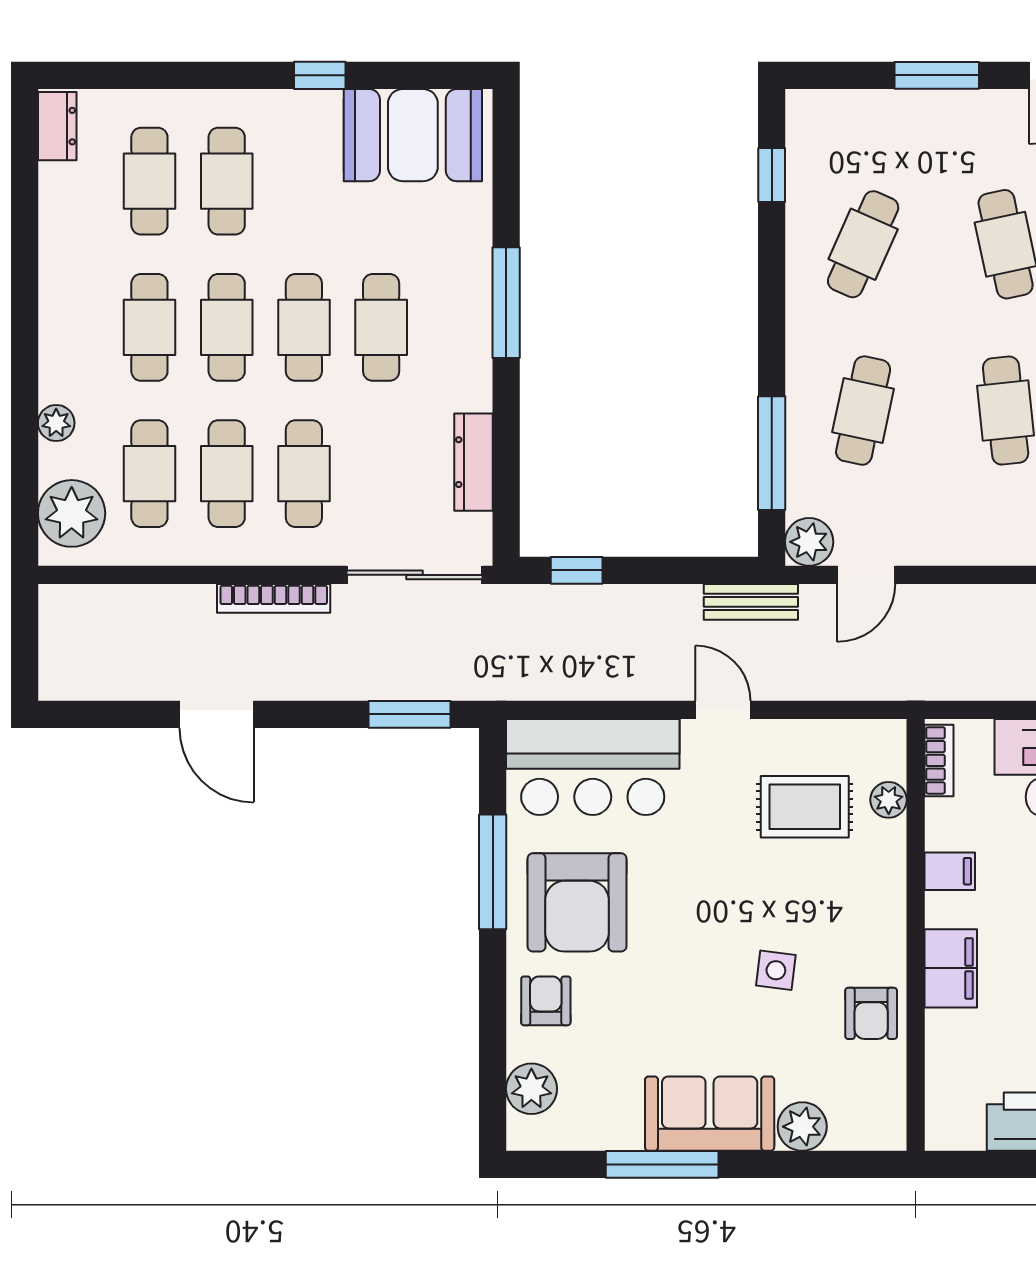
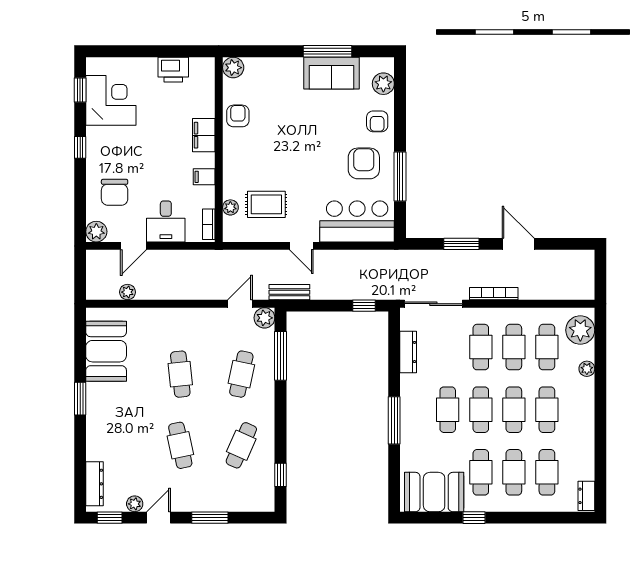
cafe table: (304, 181) -> (481, 472), added
window: (409, 714) -> (461, 244), moved
armchair: (577, 902) -> (364, 163), width x0.73, depth x0.73
side table: (776, 970) -> (279, 134), removed
sofa: (710, 1114) -> (332, 73), moved
plant: (802, 1127) -> (233, 68), moved

